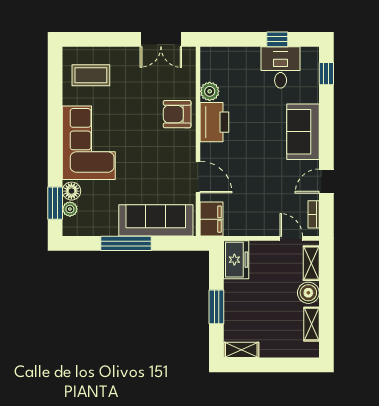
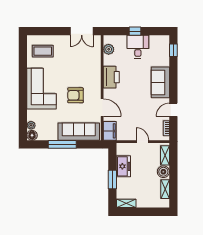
window: (277, 39) -> (135, 31), moved
desk: (281, 67) -> (138, 47), moved
plant: (210, 91) -> (109, 49), moved
armchair: (177, 114) -> (75, 95), moved
floor lamp: (71, 191) -> (32, 135), moved
window: (55, 203) -> (23, 122), removed
door: (291, 238) -> (142, 142), moved
freezer: (236, 260) -> (123, 166), moved

